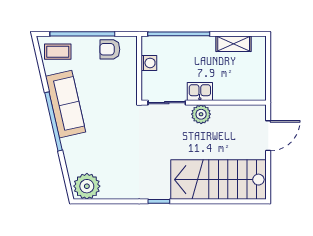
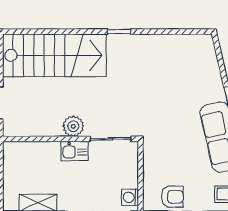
washing machine: (149, 63) -> (130, 197), moved
plant: (87, 186) -> (197, 48), removed

